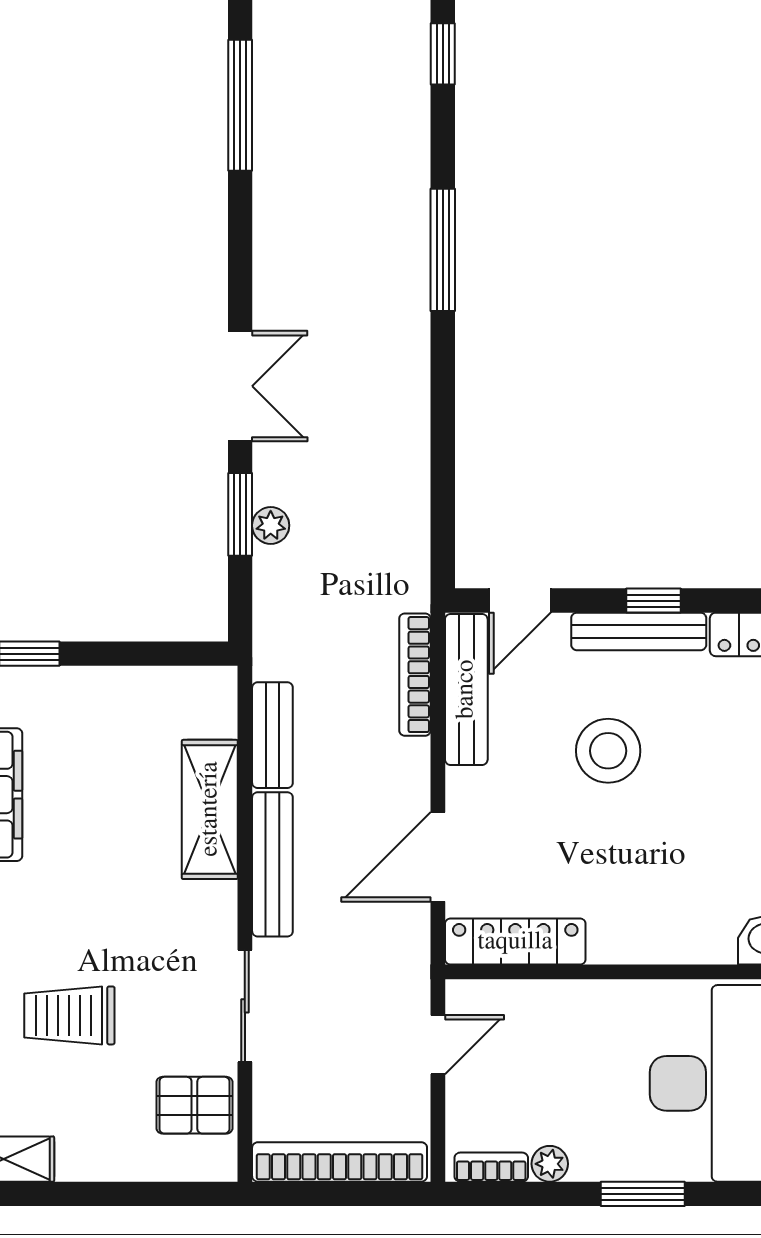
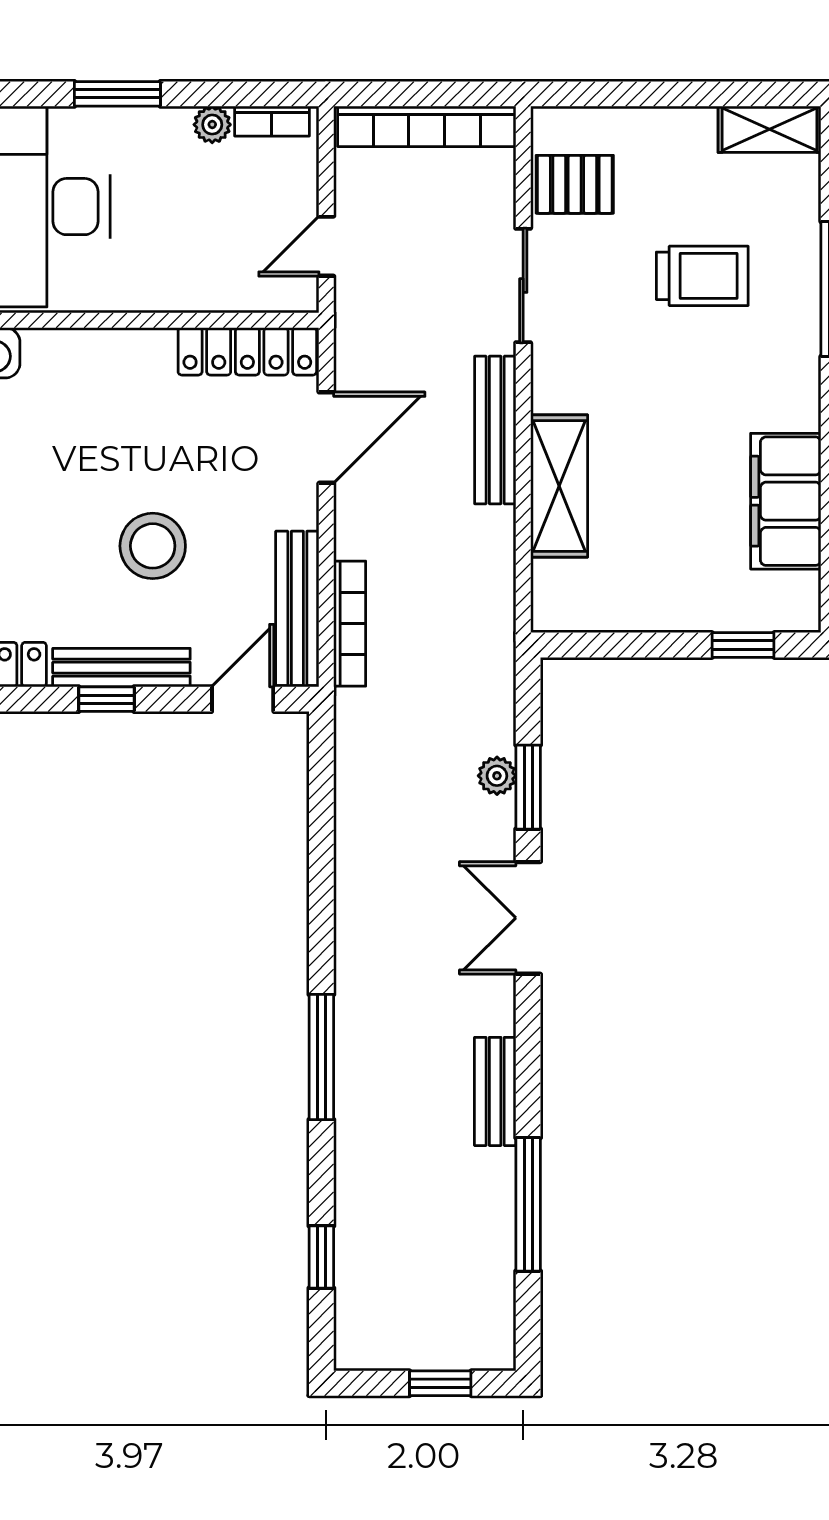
bench: (272, 735) -> (495, 1091), moved

